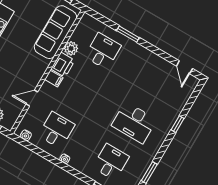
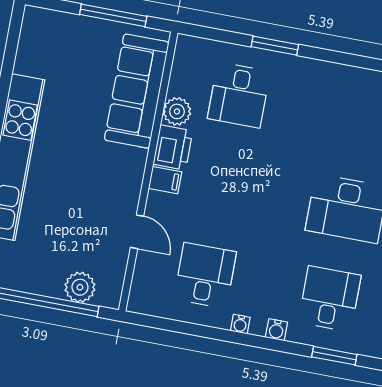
desk: (103, 51) -> (239, 95), turned 180
door: (32, 98) -> (137, 232), swing flipped
water cooler: (26, 135) -> (276, 330), moved

